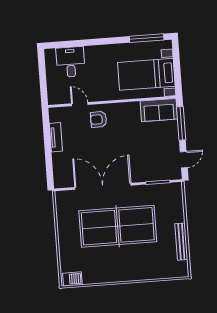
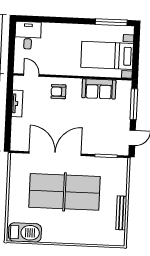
desk: (71, 62) -> (28, 35), moved
door: (80, 104) -> (31, 75), moved
sofa: (159, 110) -> (99, 89), moved
barbecue: (72, 279) -> (25, 233), width x1.88, depth x1.53

